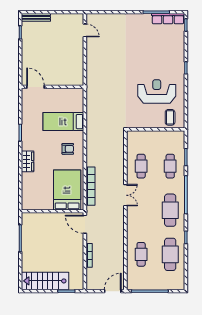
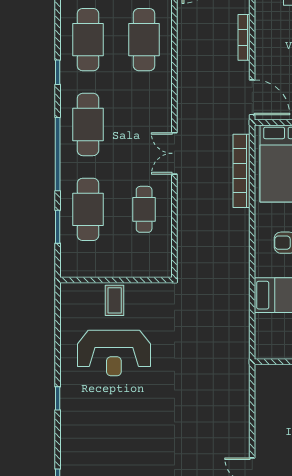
coffee table: (170, 117) -> (115, 300), moved
cafe table: (170, 166) -> (88, 209), width x1.37, depth x1.35
cafe table: (141, 254) -> (144, 40), width x1.37, depth x1.35

